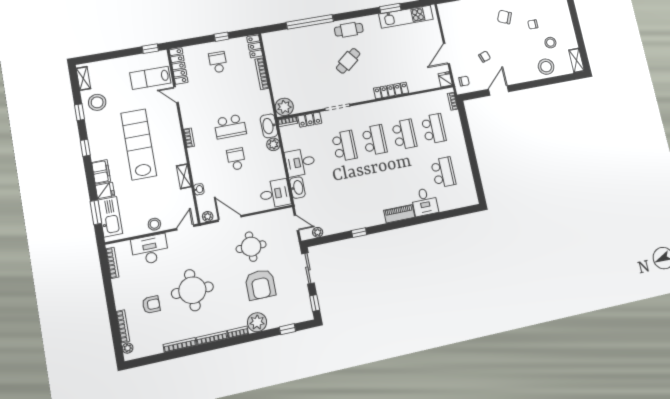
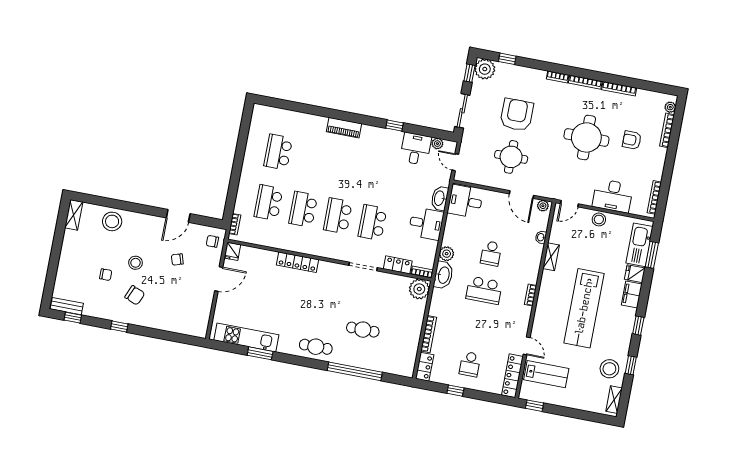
stool: (550, 43) -> (136, 263), moved
cafe table: (348, 61) -> (363, 330), moved, turned 39
school desk: (230, 126) -> (484, 290), turned 180
desk: (425, 202) -> (416, 149), moved
plant: (257, 322) -> (485, 69), moved

